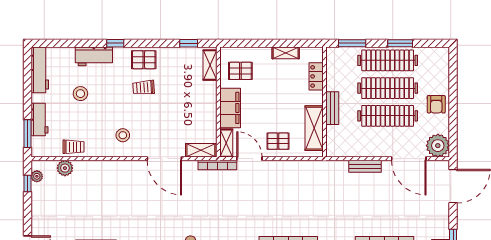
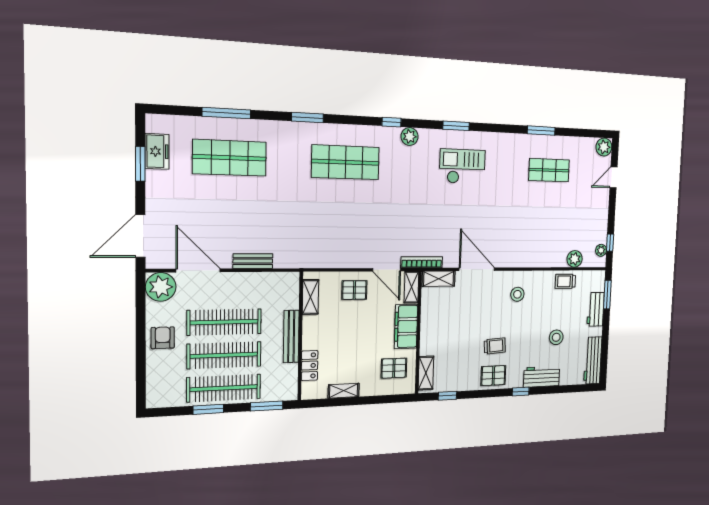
bench: (332, 108) -> (291, 336), width x1.36
shelving: (314, 128) -> (311, 297), width x0.67, depth x0.75

